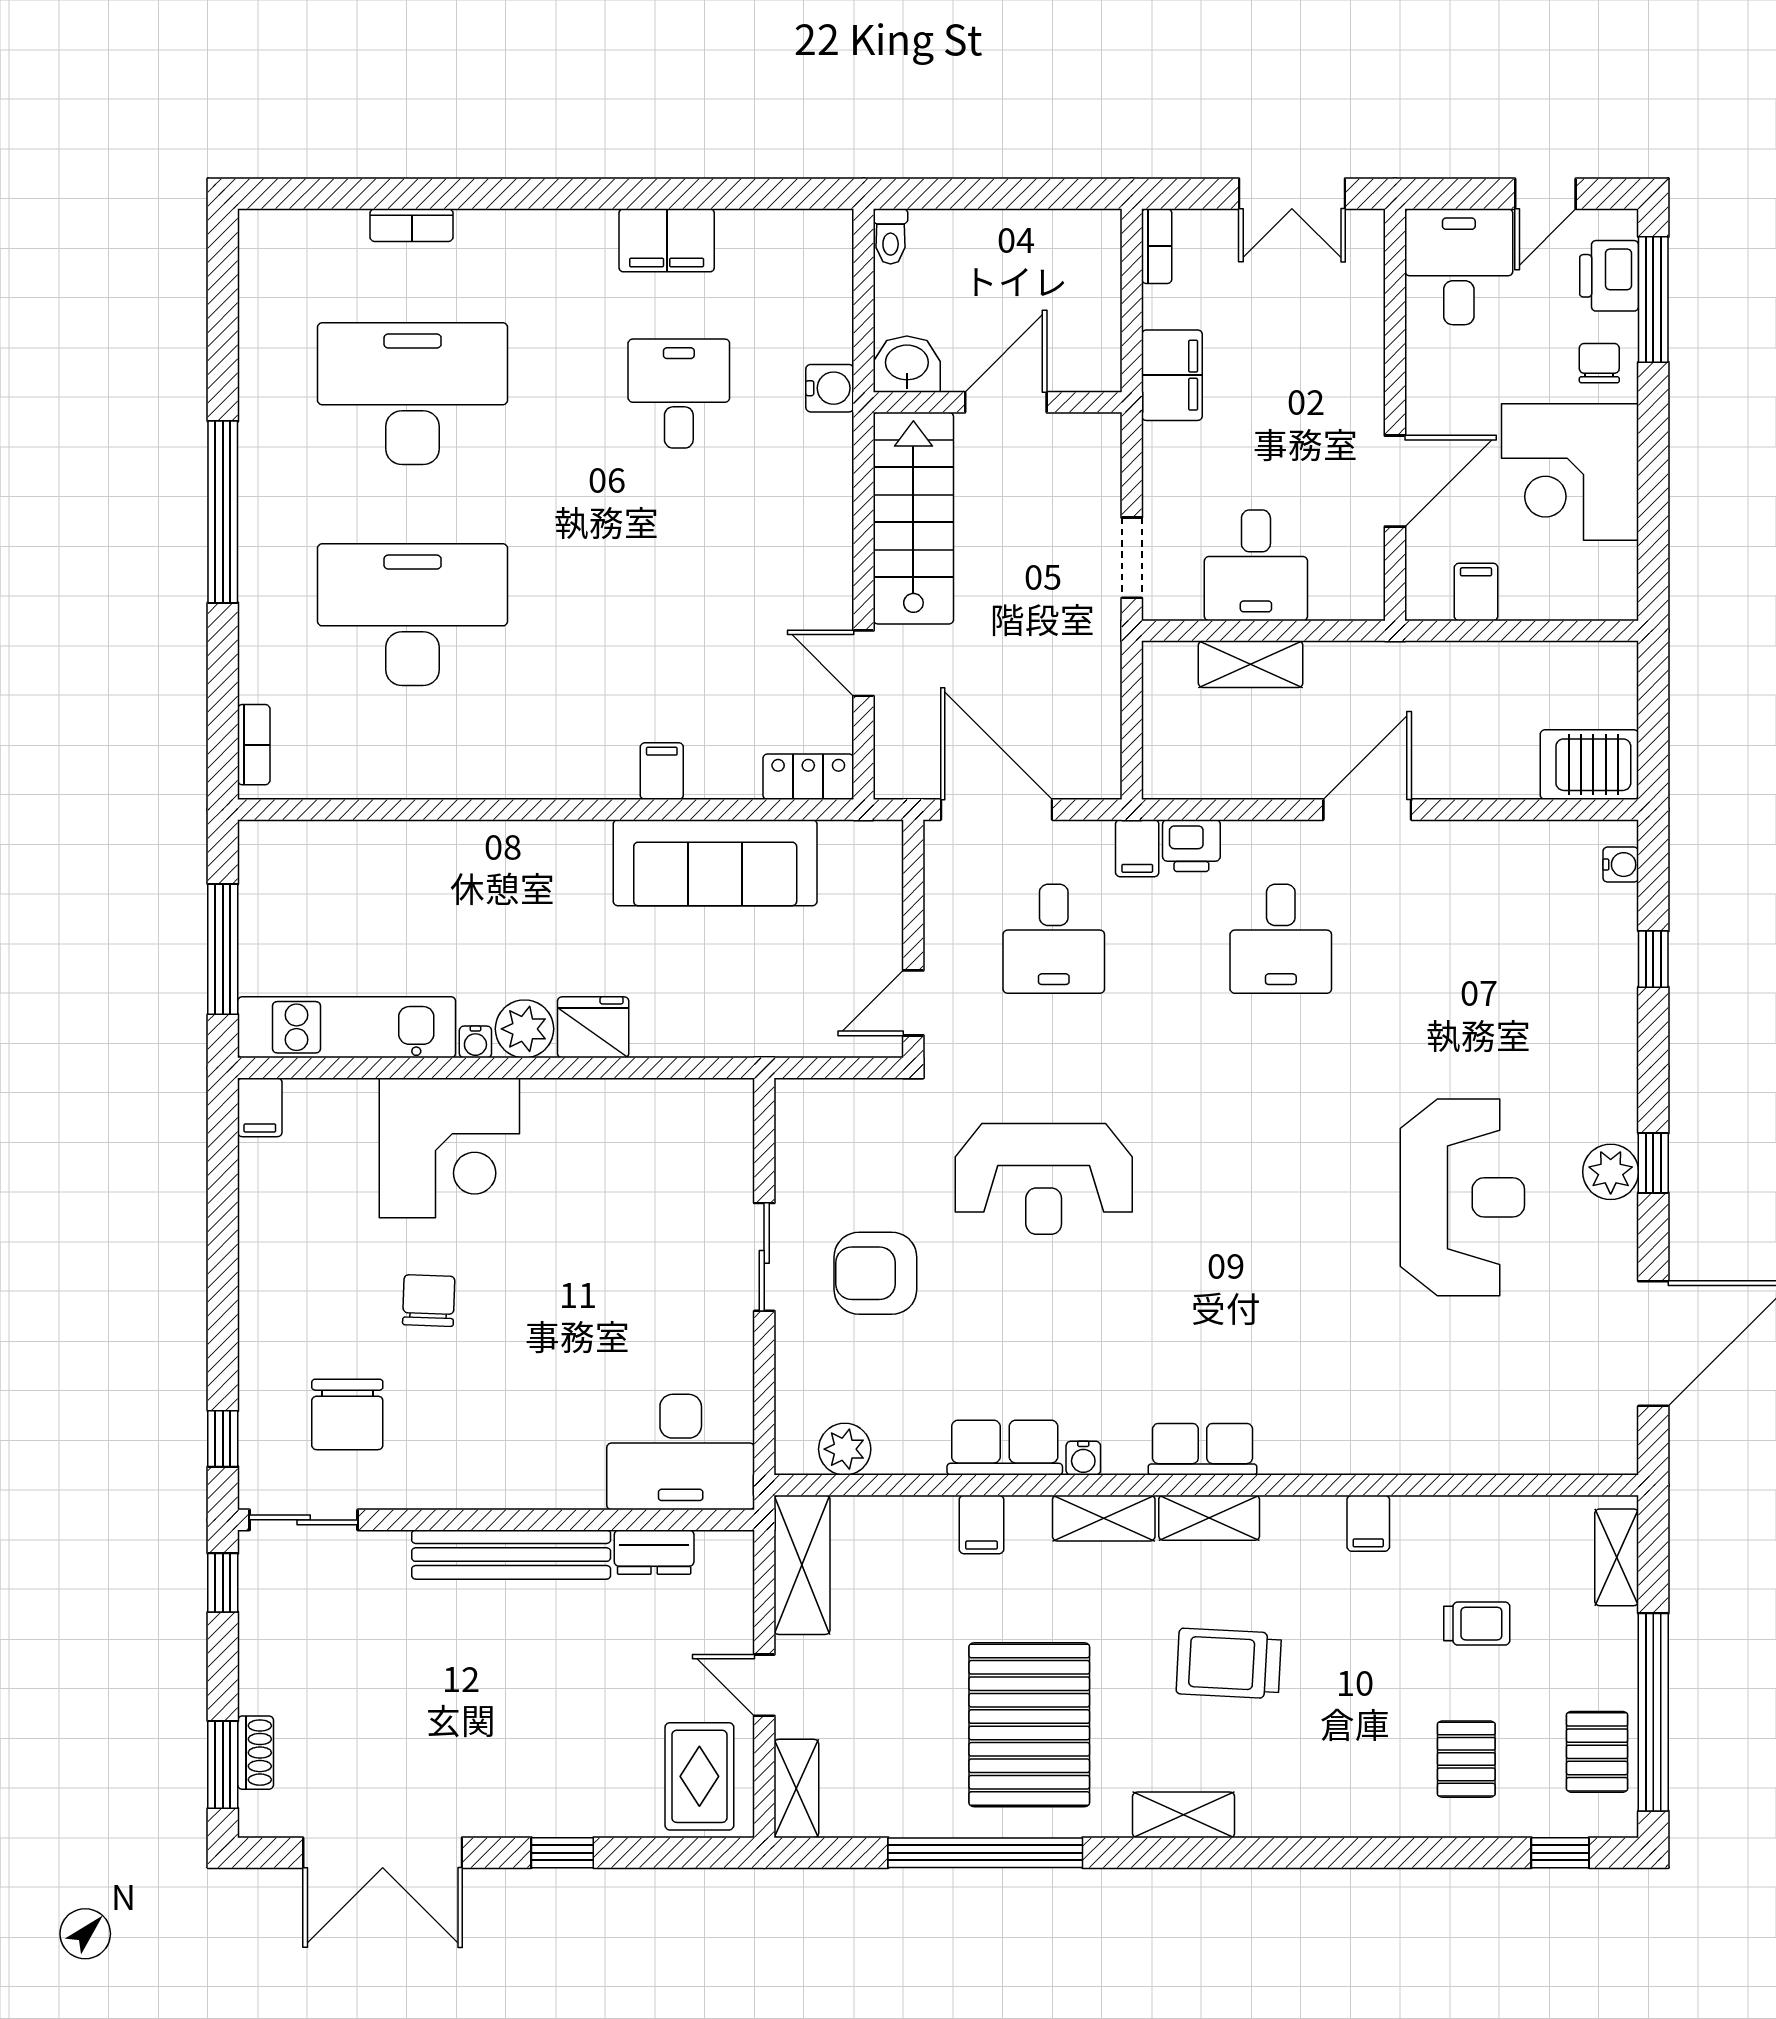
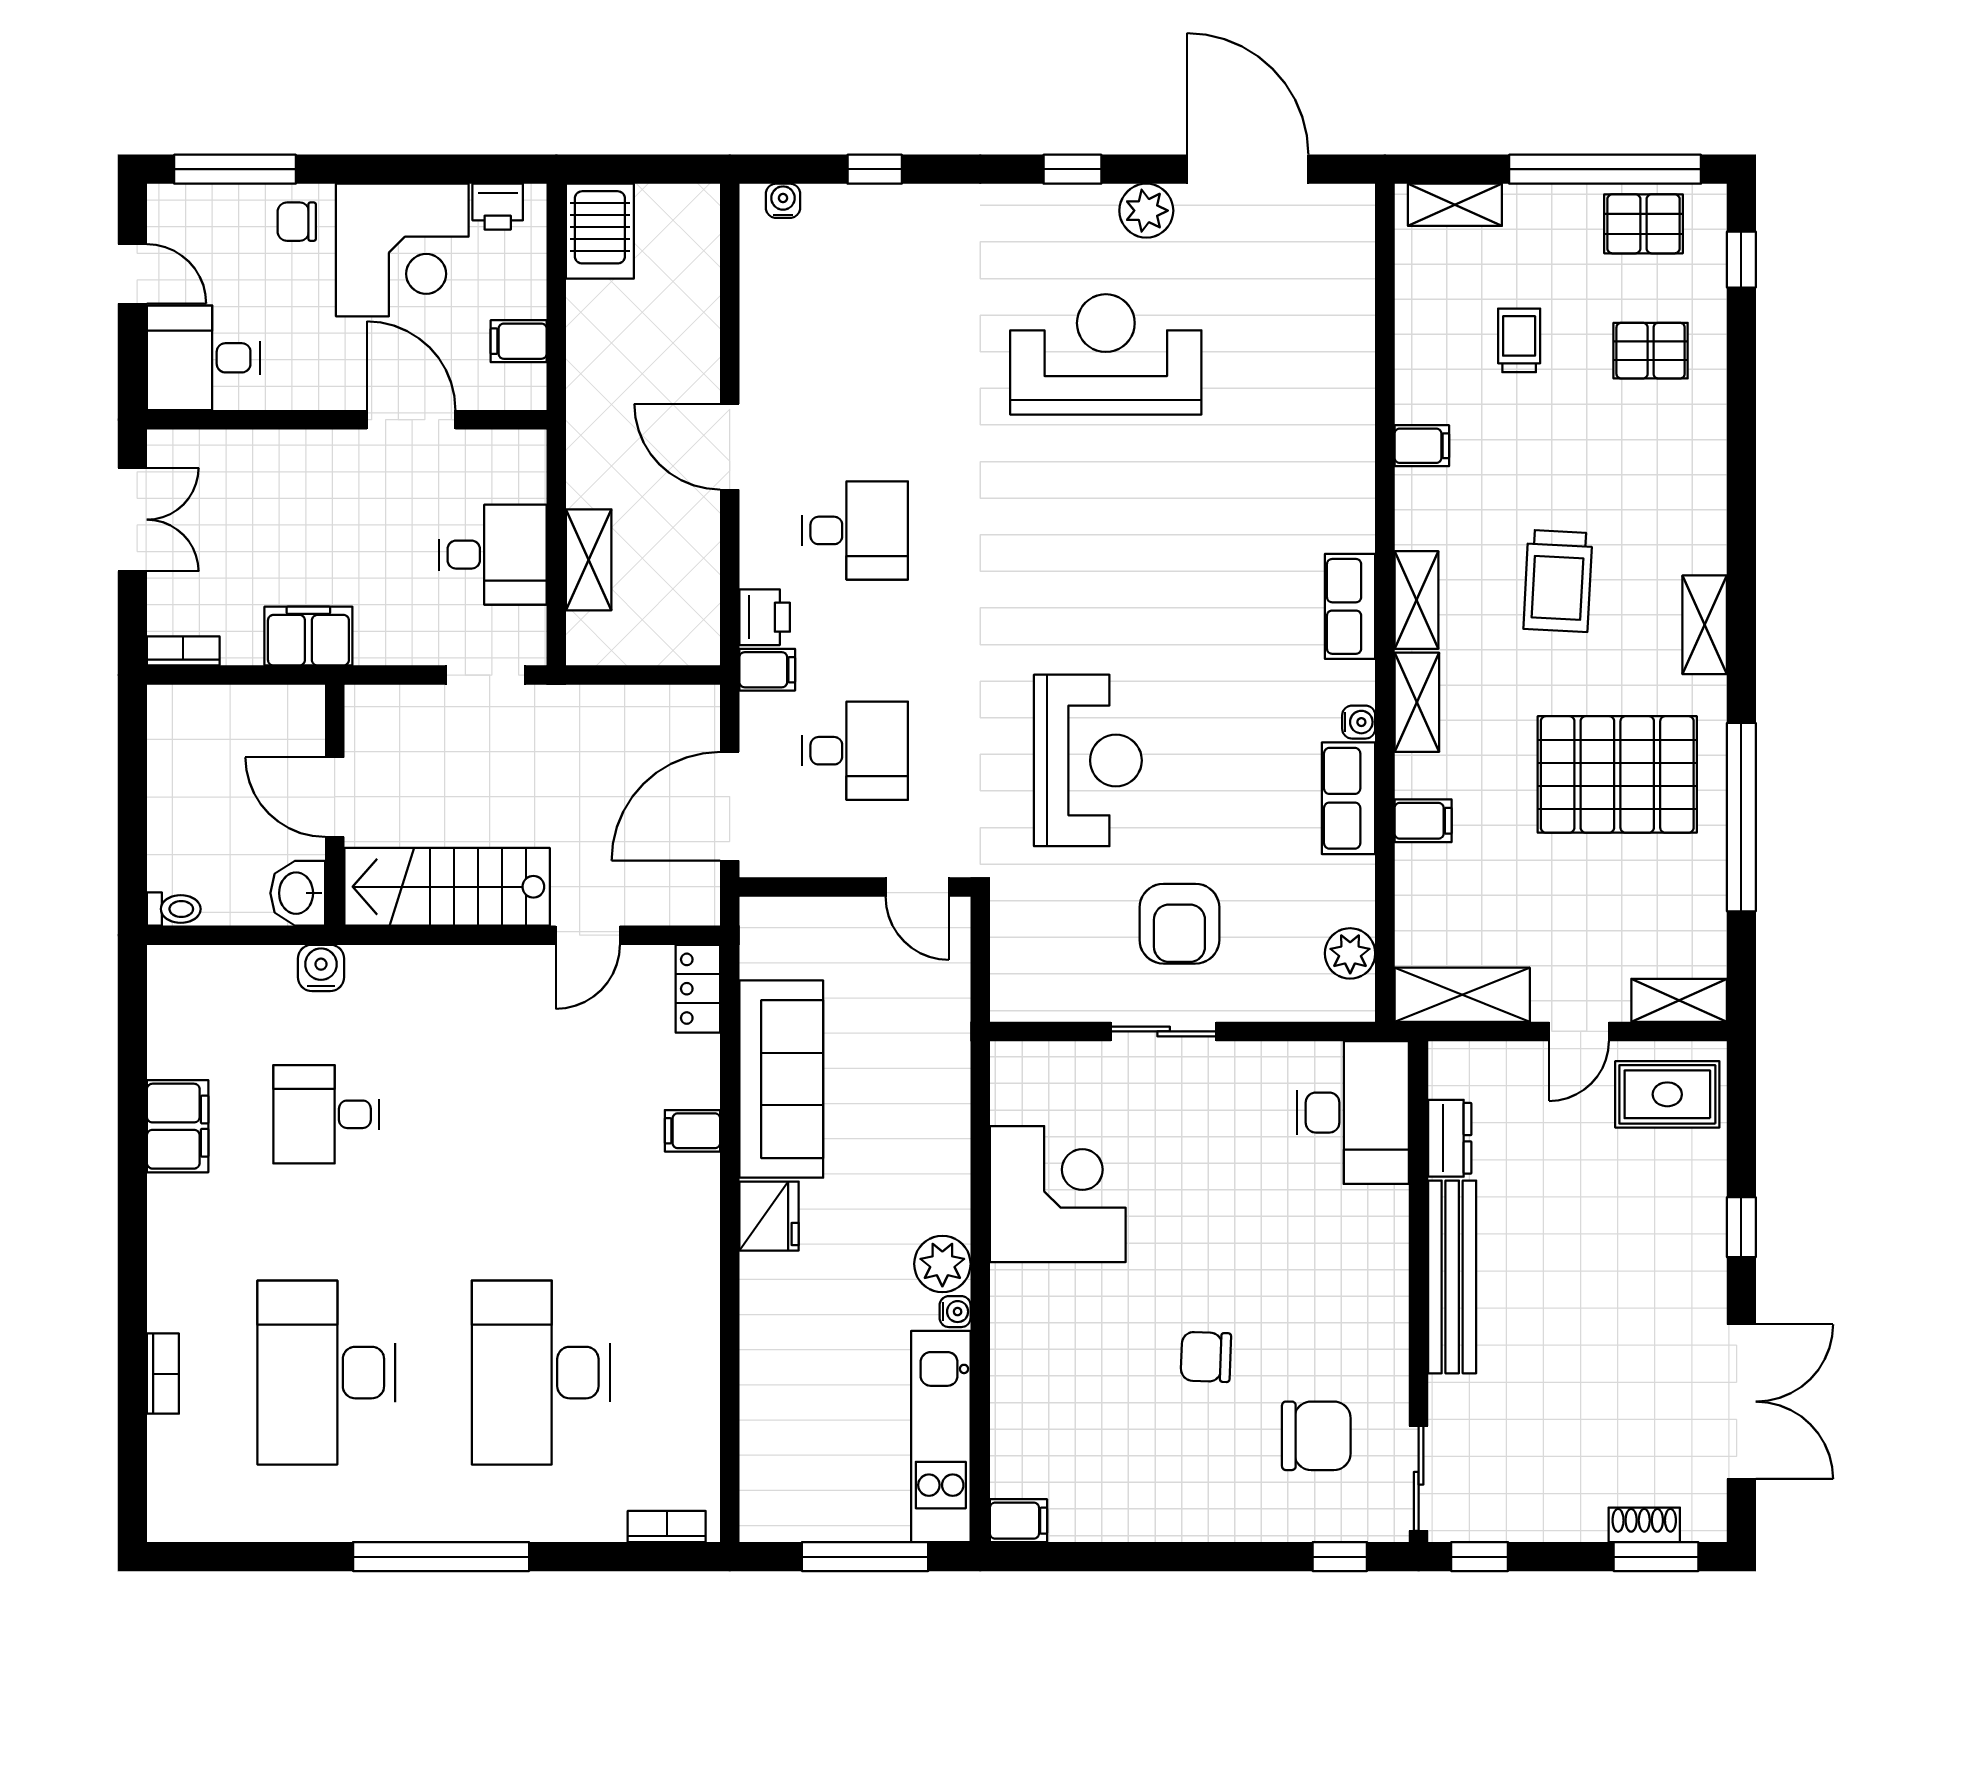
printer: (1609, 276) -> (498, 207), moved, width x0.73, depth x0.81
server rack: (1589, 765) -> (600, 231), moved
fridge: (593, 1027) -> (769, 1216), moved, turned 180
corner desk: (449, 1148) -> (1058, 1194), moved
plant: (1611, 1172) -> (1146, 211), moved

